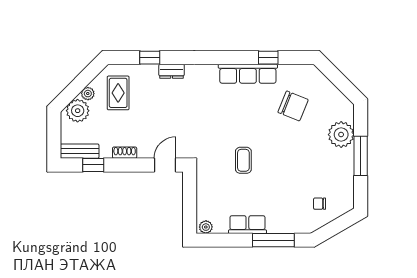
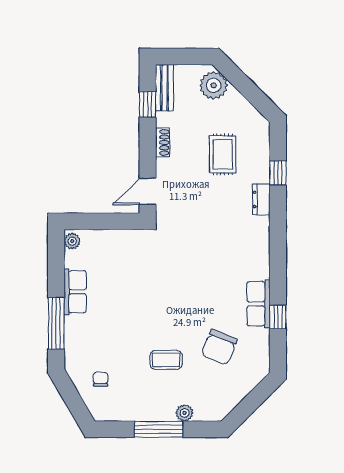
row of seats: (248, 74) -> (258, 304), width x0.68
rug: (118, 93) -> (223, 154), moved, turned 90
plant: (88, 94) -> (234, 98), removed
plant: (341, 135) -> (185, 413), width x0.53, depth x0.53
coffee table: (243, 160) -> (166, 360), moved
door: (165, 165) -> (148, 191), swing flipped

